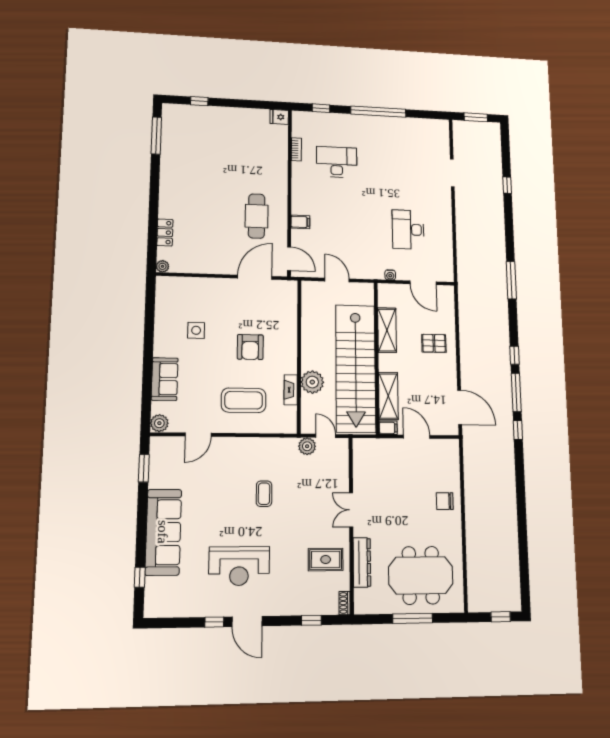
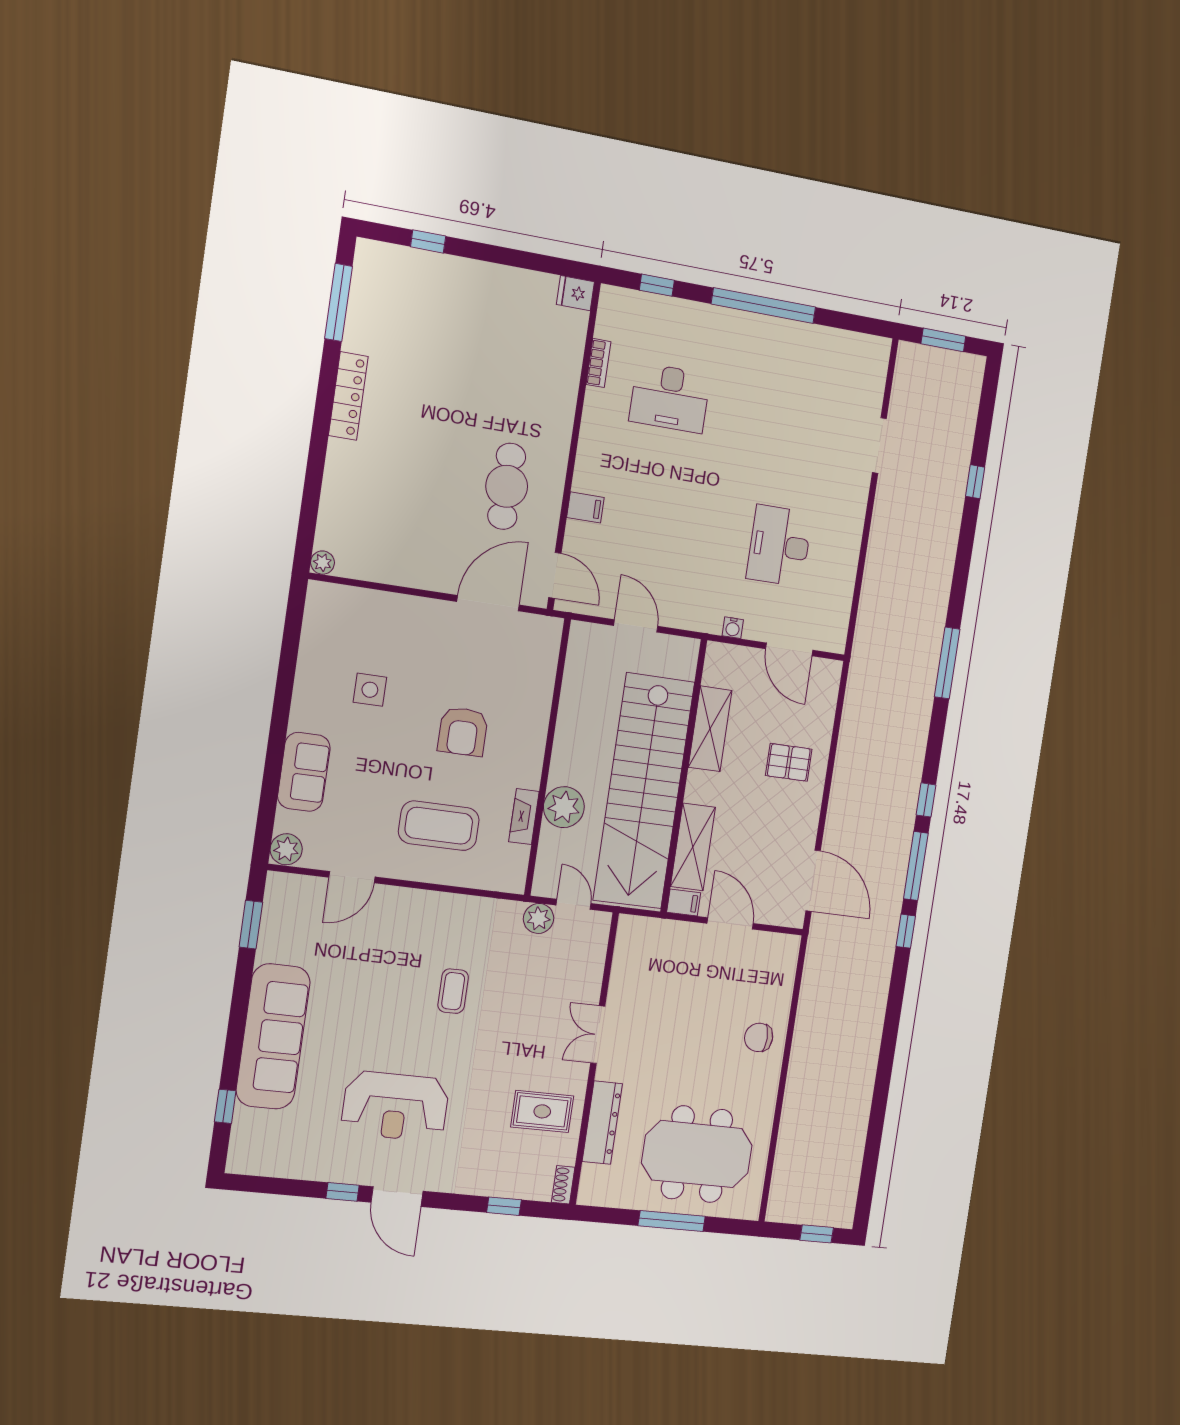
desk: (337, 162) -> (670, 398), turned 180
locker: (165, 232) -> (348, 396), moved, width x1.53

